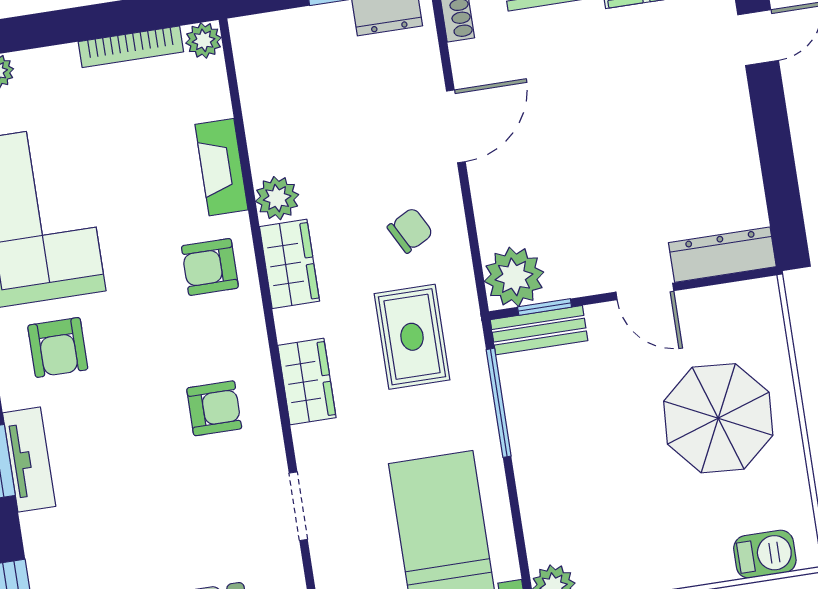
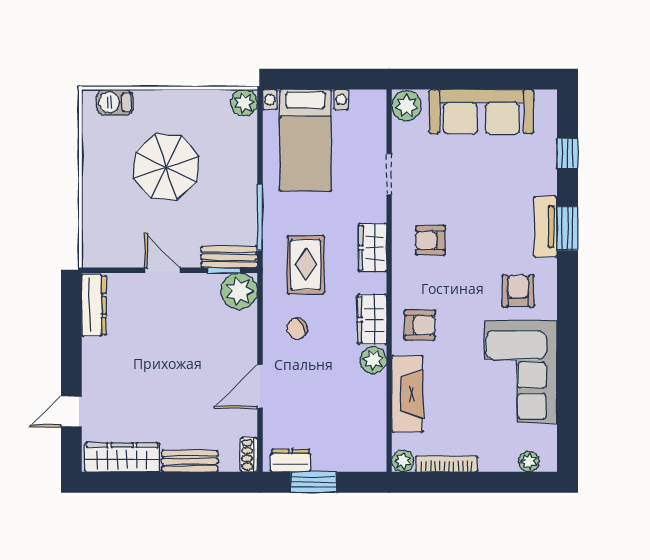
fireplace: (221, 167) -> (407, 394), width x1.37, depth x1.32
dresser: (722, 255) -> (94, 305), moved, turned -90
parasol: (718, 418) -> (166, 167), moved

